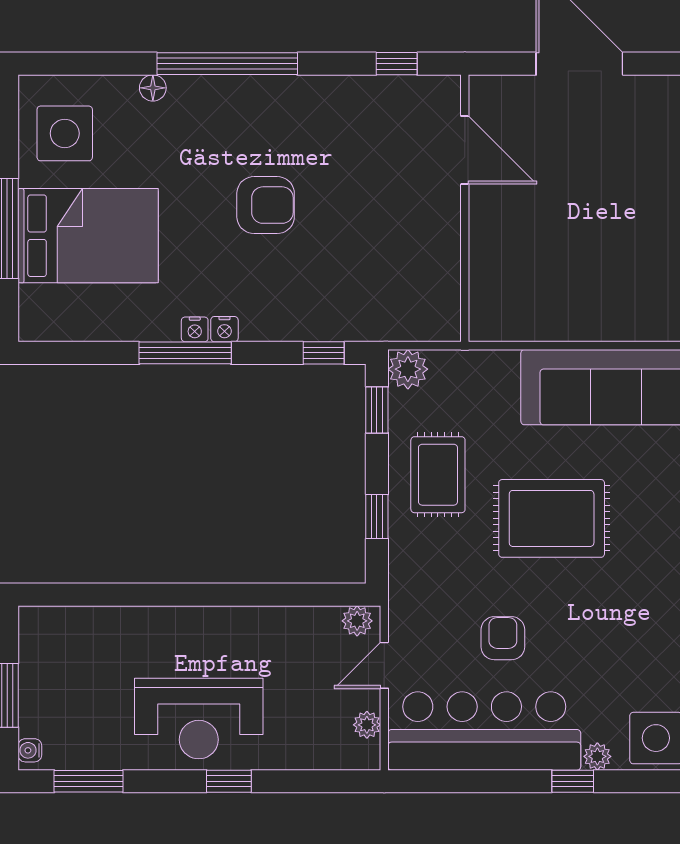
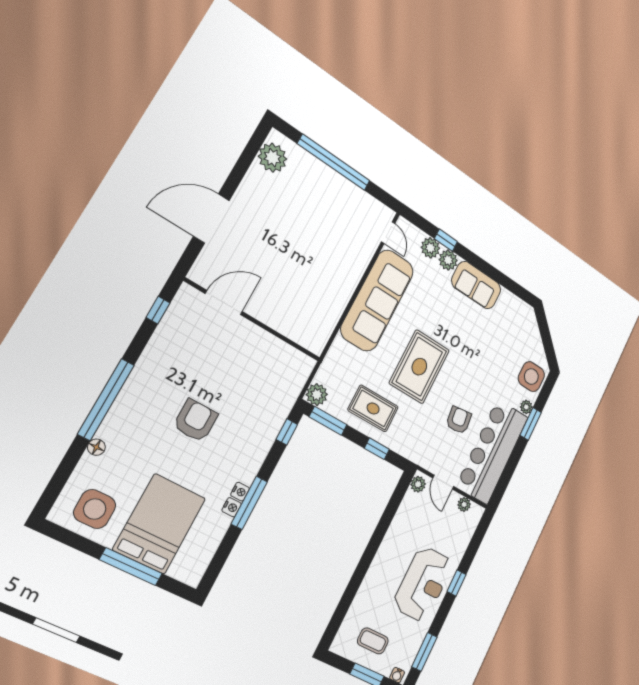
nightstand: (224, 329) -> (232, 507), moved
window: (377, 410) -> (328, 421), width x1.50
armchair: (503, 638) -> (459, 420), turned 83
coffee table: (66, 676) -> (373, 641), added
window: (573, 781) -> (531, 424), width x1.50

